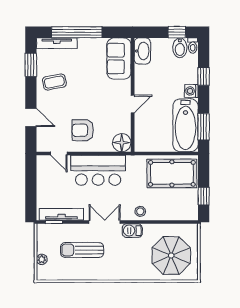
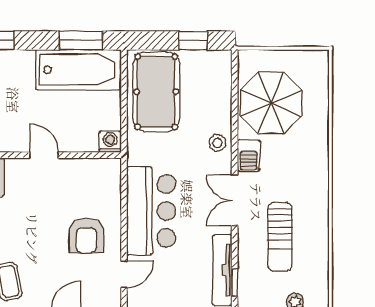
washing machine: (191, 91) -> (110, 142), moved, turned 180
floor lamp: (122, 143) -> (107, 173), removed
parasol: (171, 256) -> (271, 103), moved

